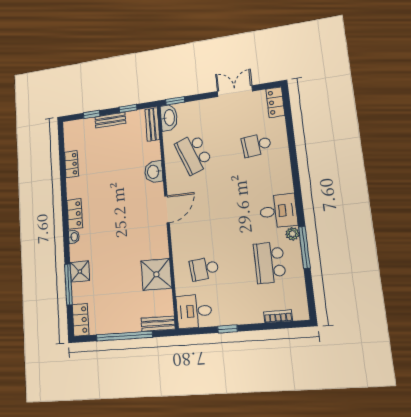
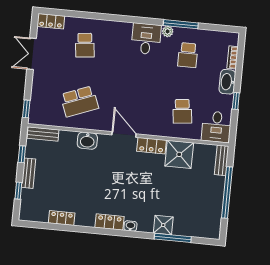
washbasin: (169, 118) -> (227, 82), moved, turned -90
school desk: (270, 263) -> (188, 55), width x0.54
locker: (80, 320) -> (151, 146), moved, turned 180

